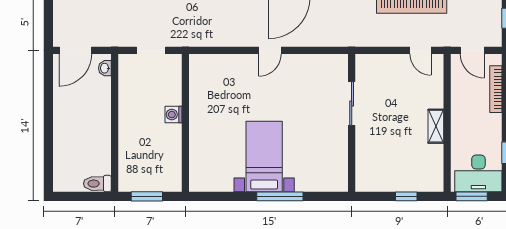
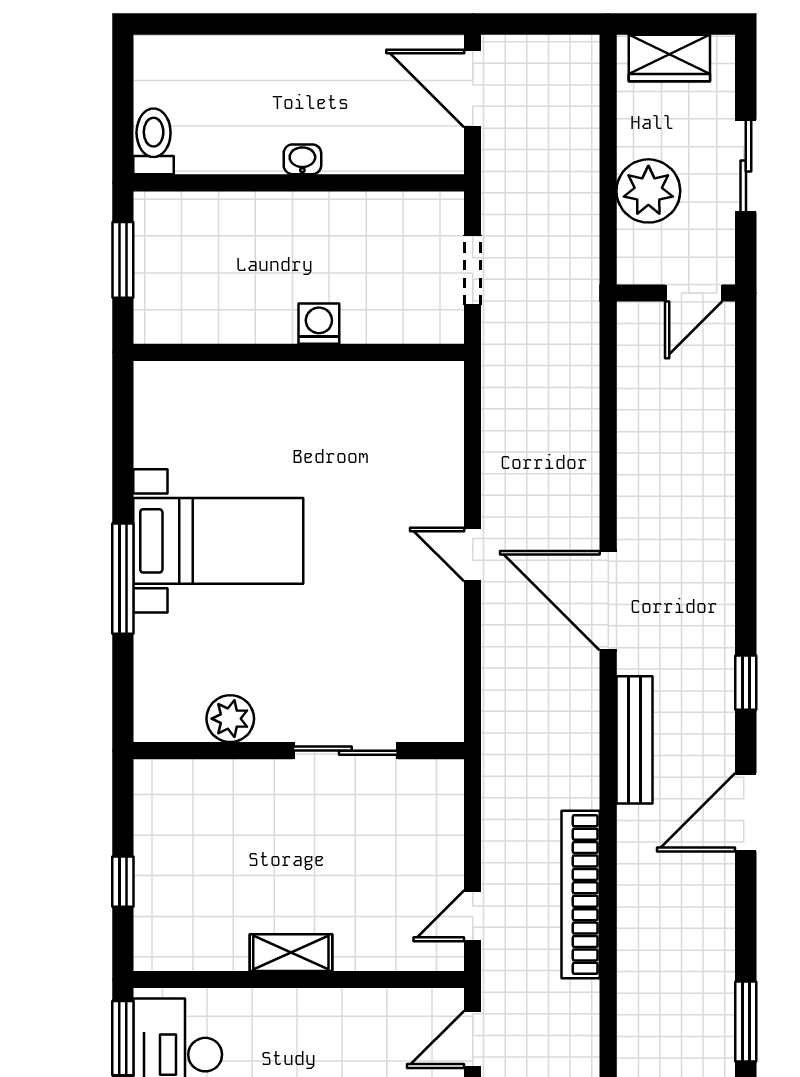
washbasin: (105, 68) -> (302, 159), moved
plant: (338, 152) -> (230, 719), added

